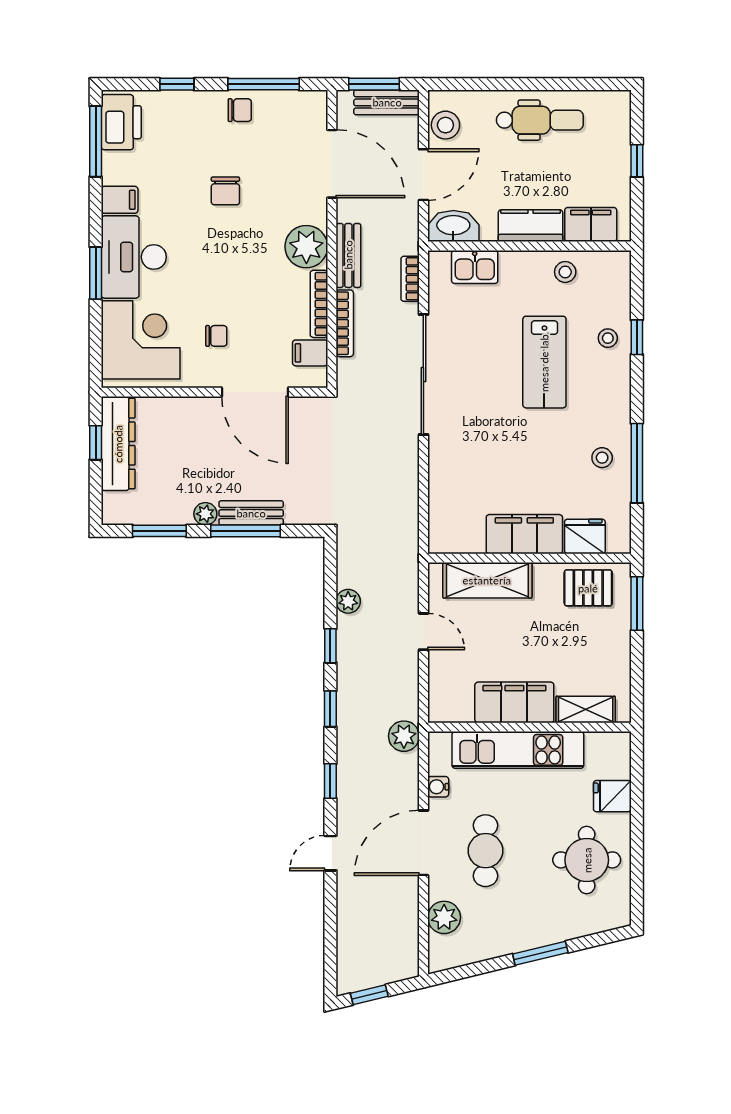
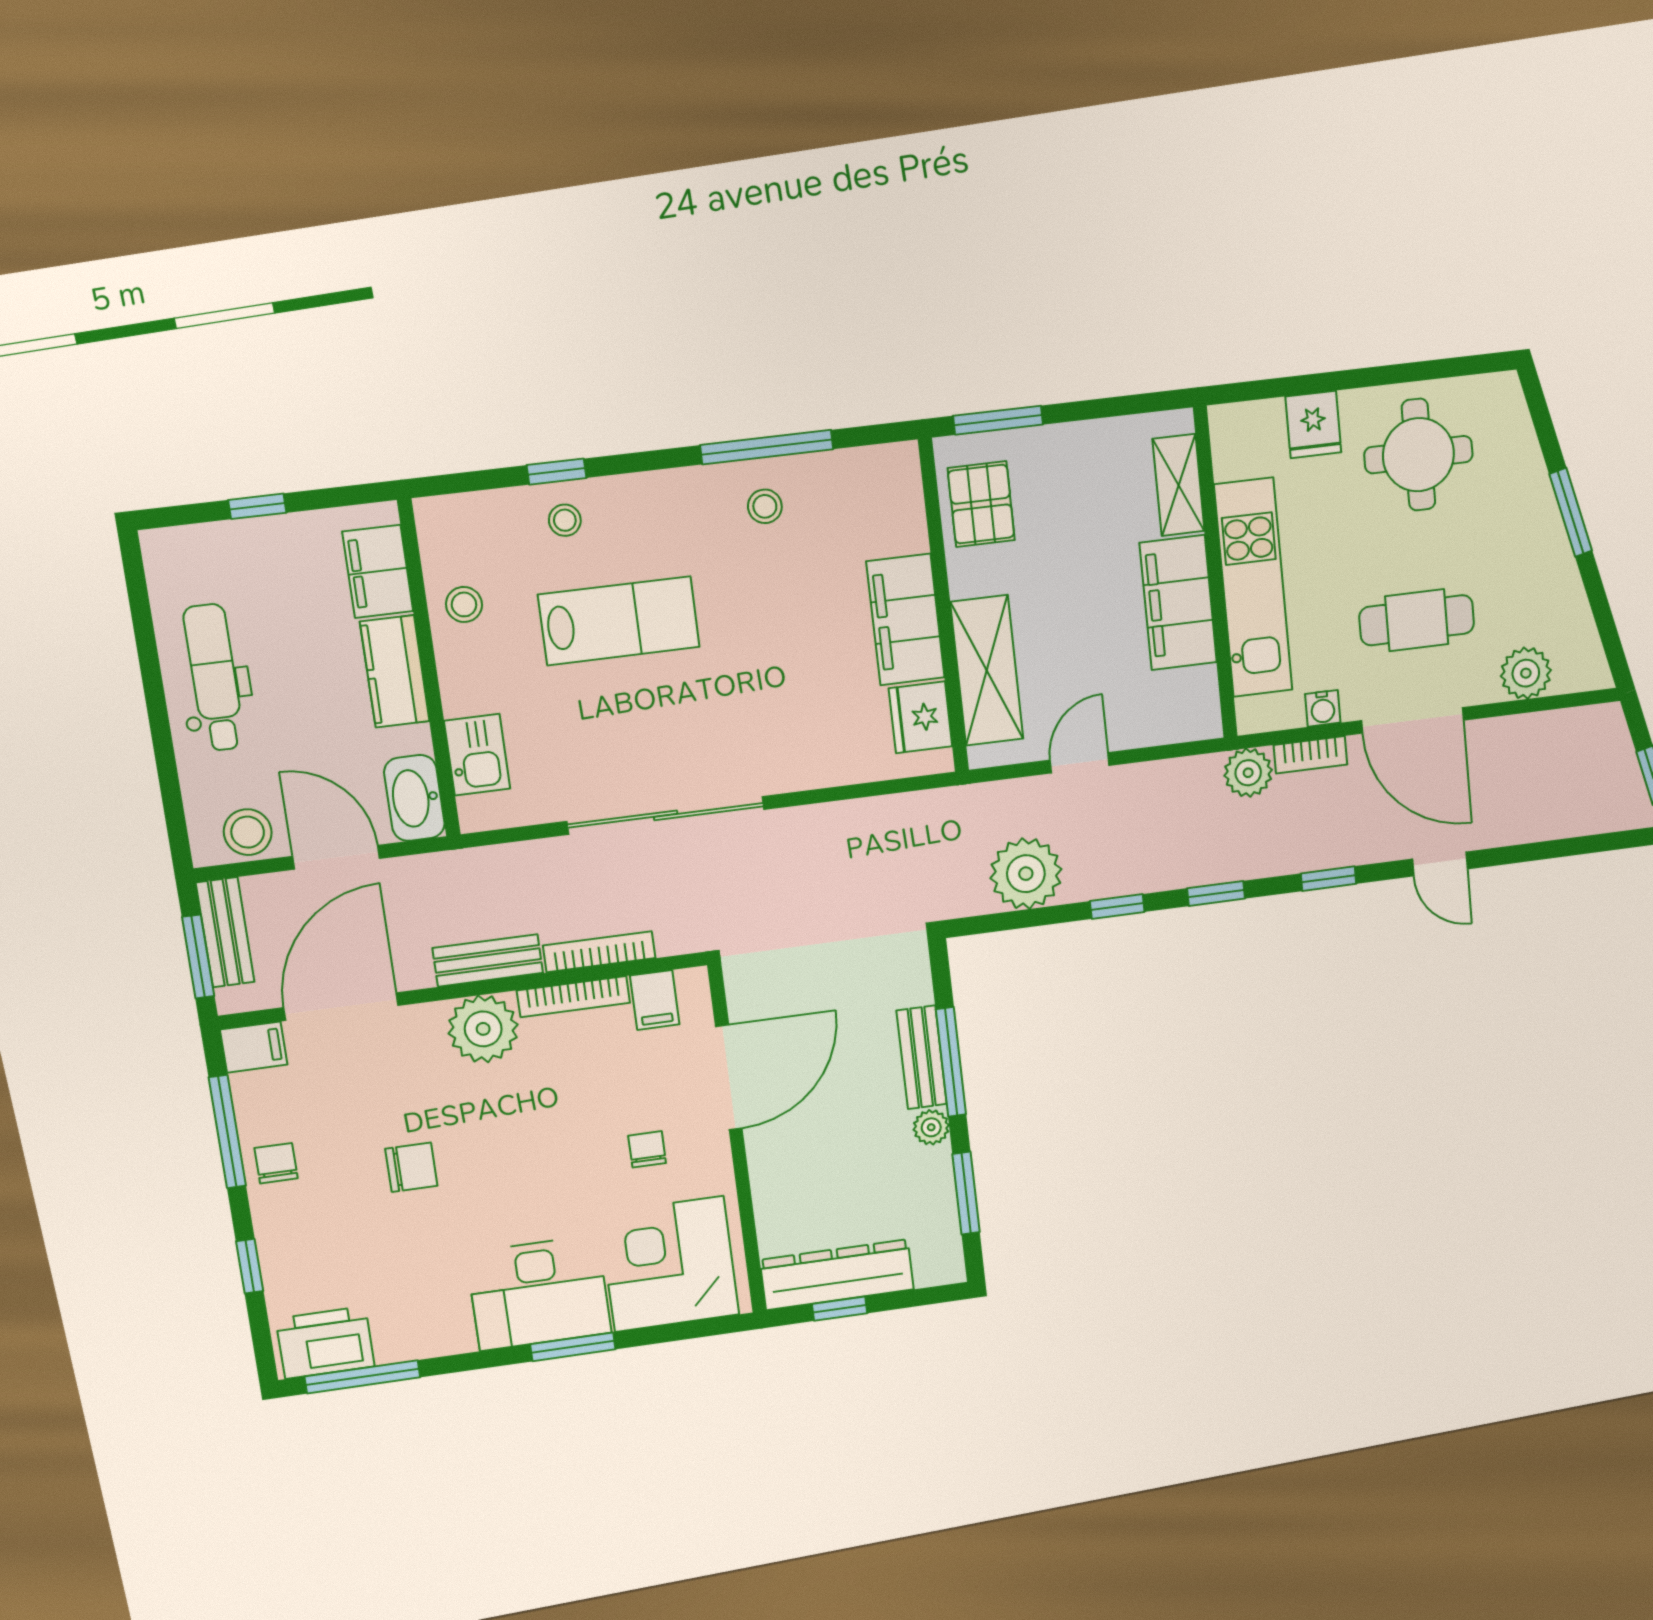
filing cabinet: (120, 200) -> (254, 1047), moved, turned 90
bookcase: (410, 279) -> (1310, 755), moved
fridge: (585, 536) -> (920, 717), moved
plant: (348, 601) -> (1026, 874), width x1.88, depth x1.88

